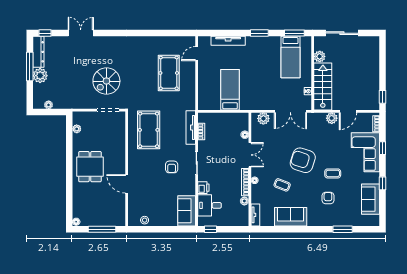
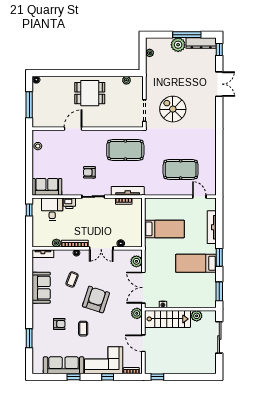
bed: (290, 57) -> (196, 263), moved
plant: (332, 118) -> (137, 313), moved
sofa: (371, 199) -> (64, 365), width x1.36

